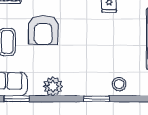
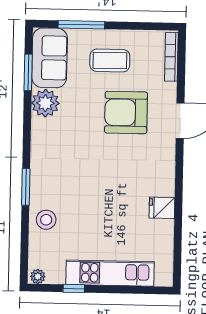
plant: (53, 86) -> (45, 103), moved

